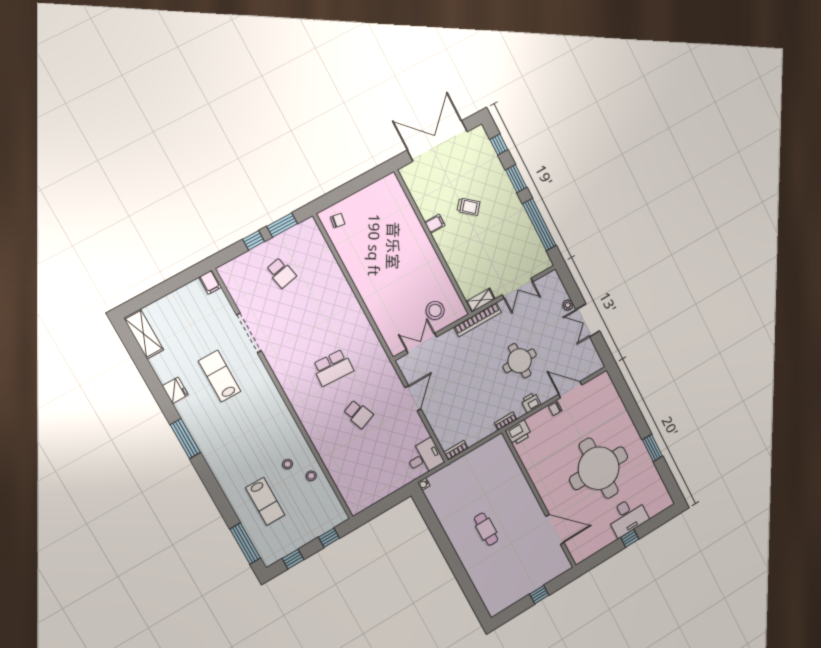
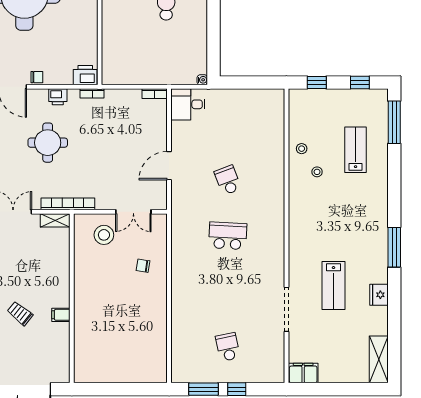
chair: (338, 221) -> (143, 266), moved
filing cabinet: (210, 282) -> (303, 373), width x2.00

